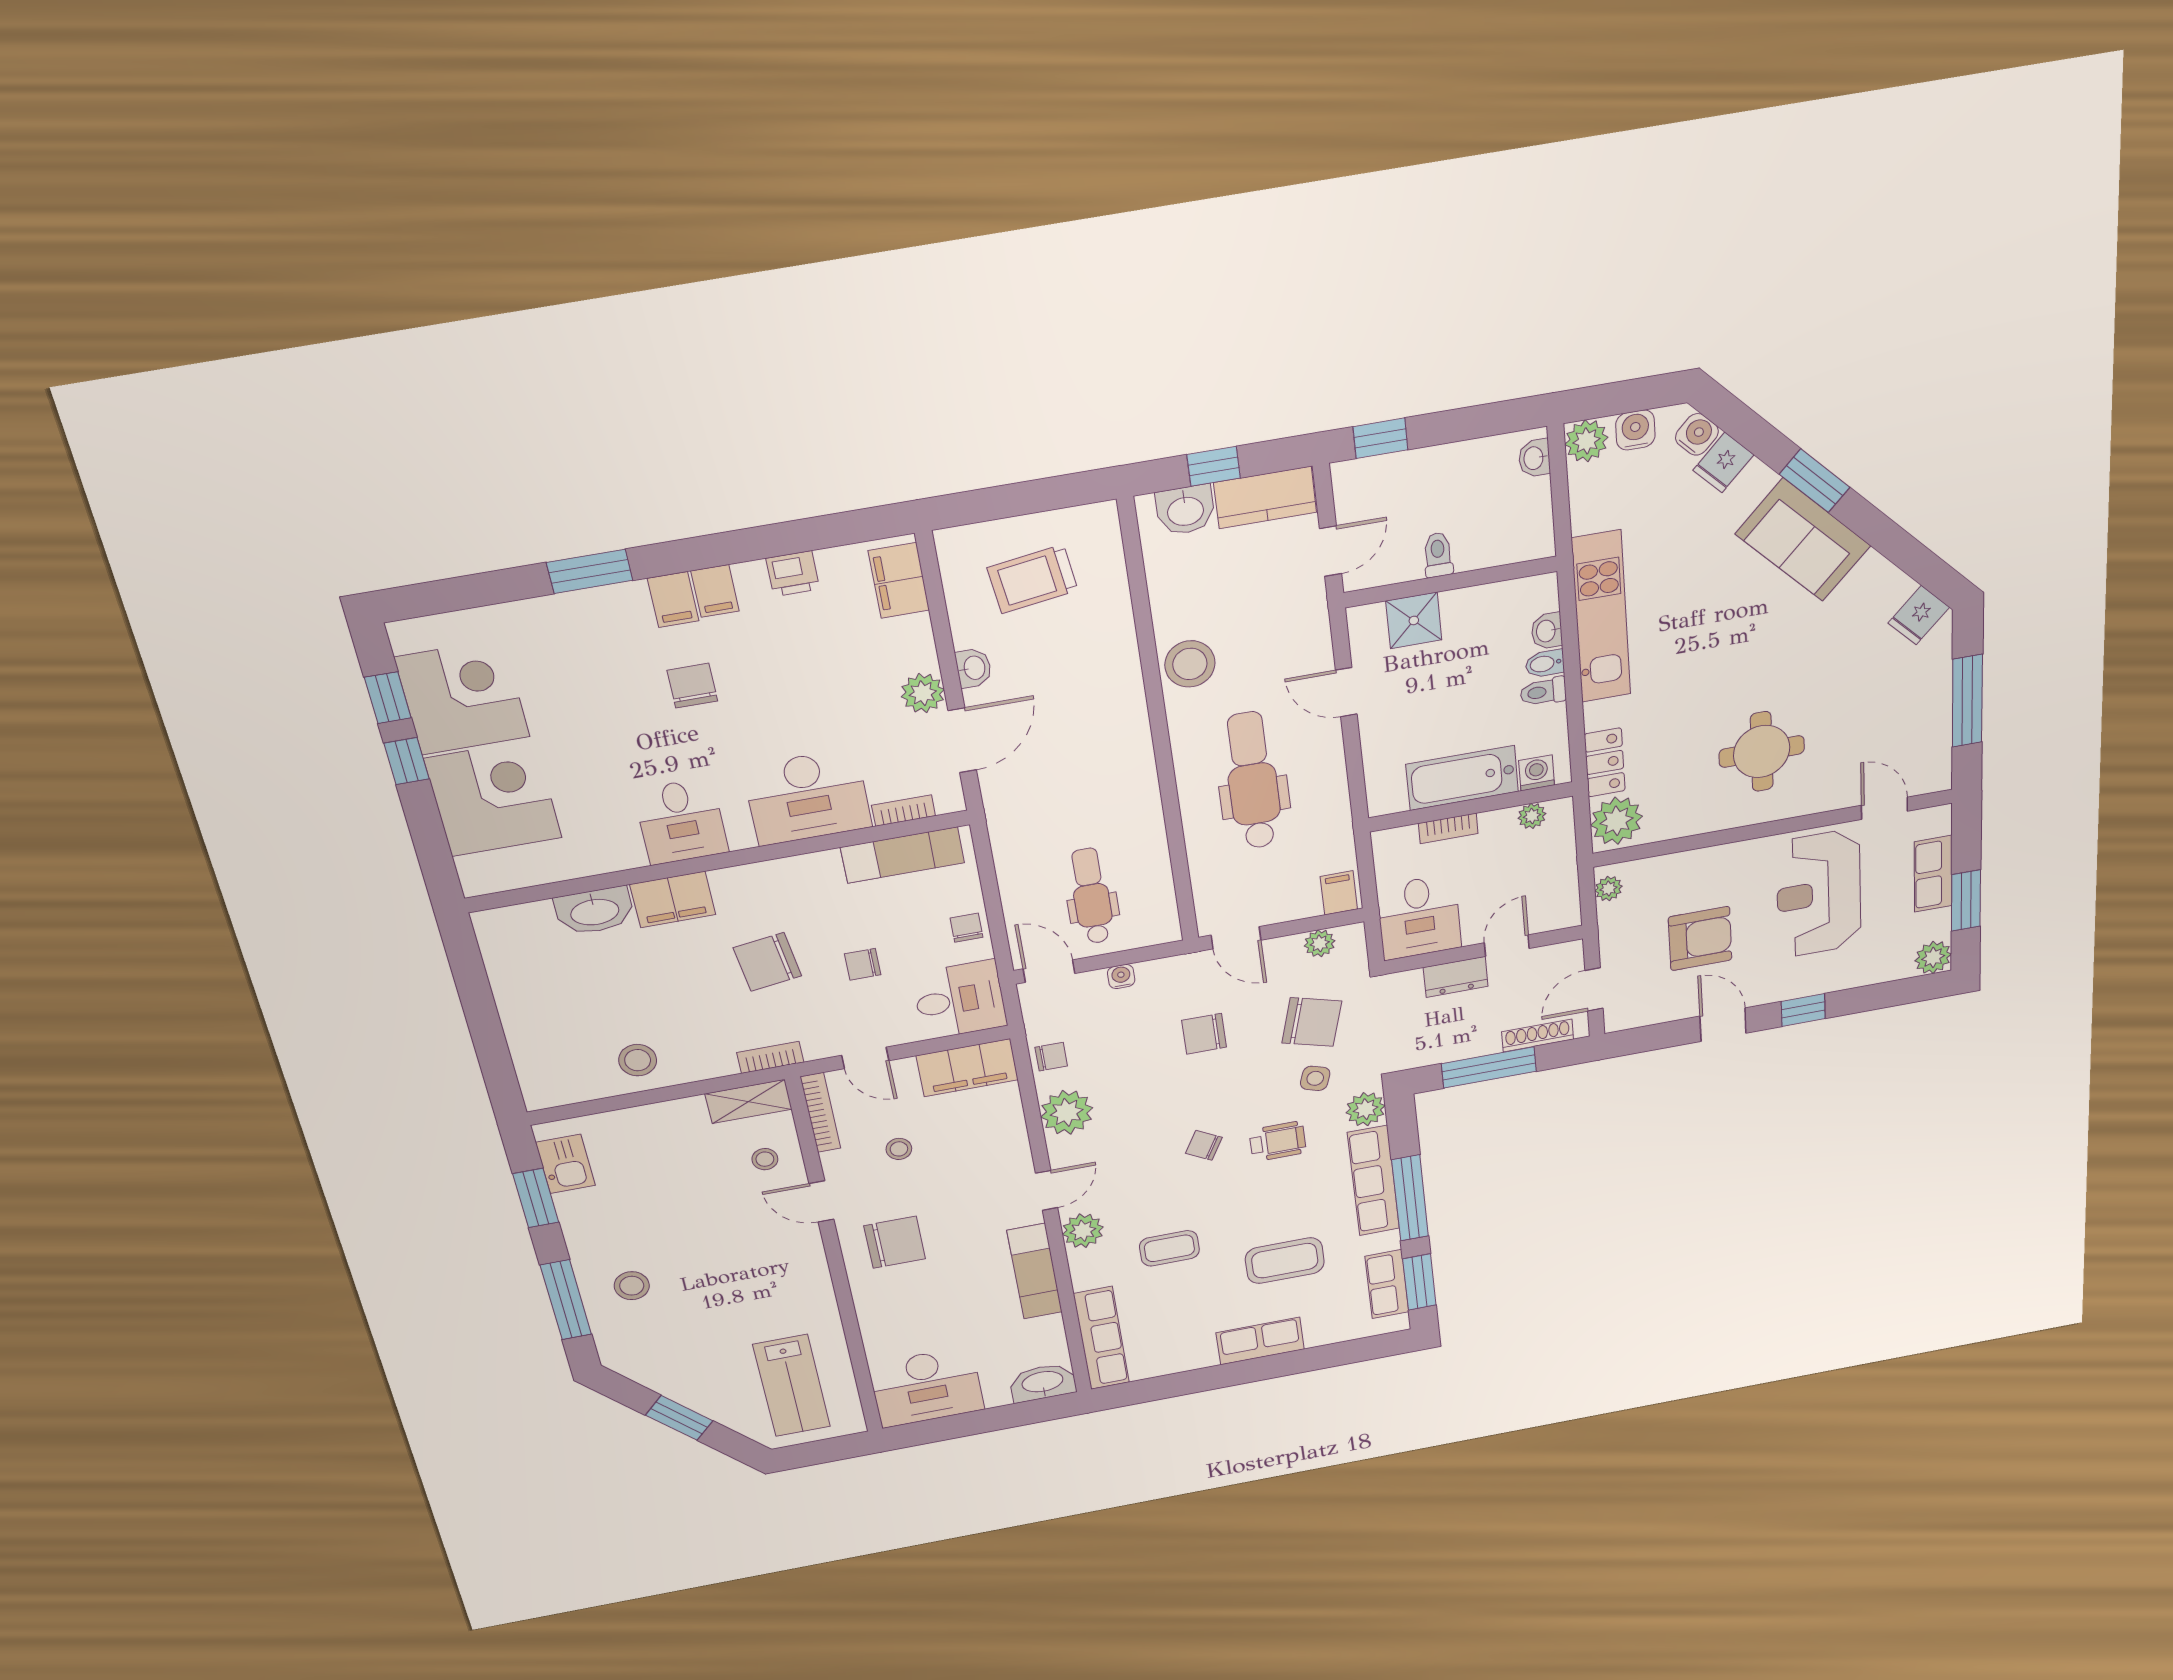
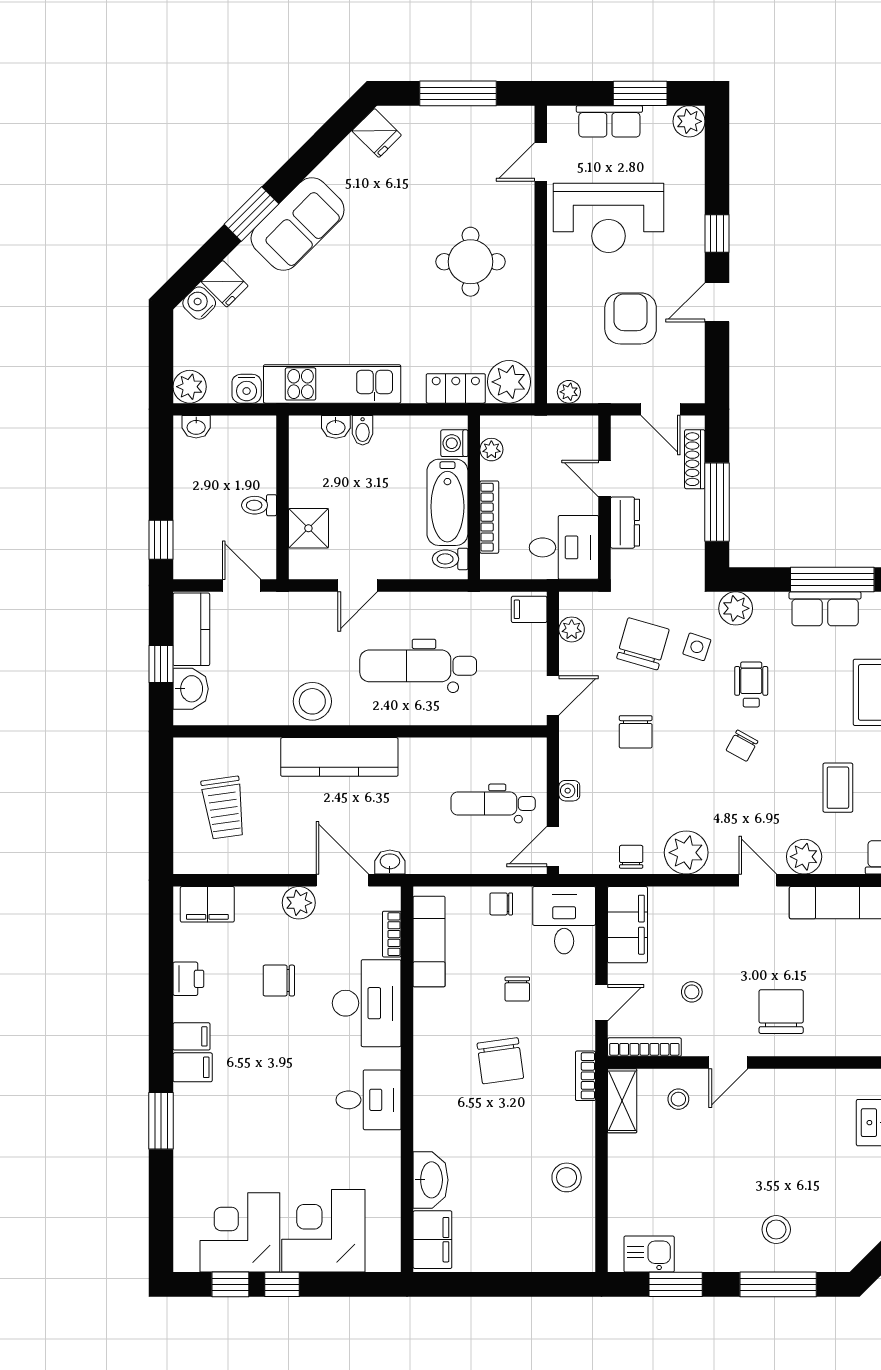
water cooler: (1635, 430) -> (247, 389), moved, turned -90
washbasin: (974, 668) -> (390, 862), moved
chair: (692, 686) -> (279, 981), moved
toilet: (1543, 692) -> (450, 559), moved, turned 90
kitchen counter: (1122, 709) -> (339, 757), added
bookcase: (1448, 828) -> (489, 517), width x1.56
filing cabinet: (673, 900) -> (432, 1240), moved
row of seats: (1373, 1181) -> (825, 609), width x0.68

